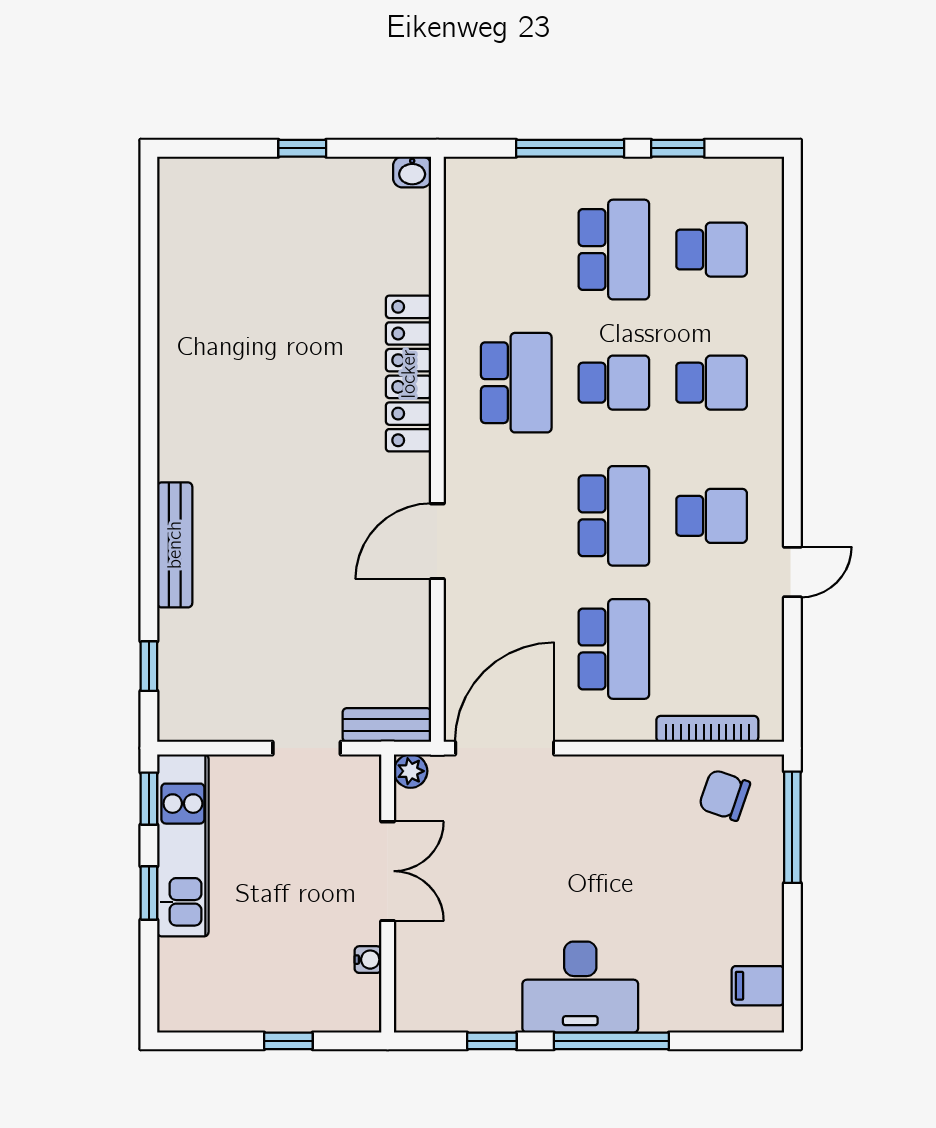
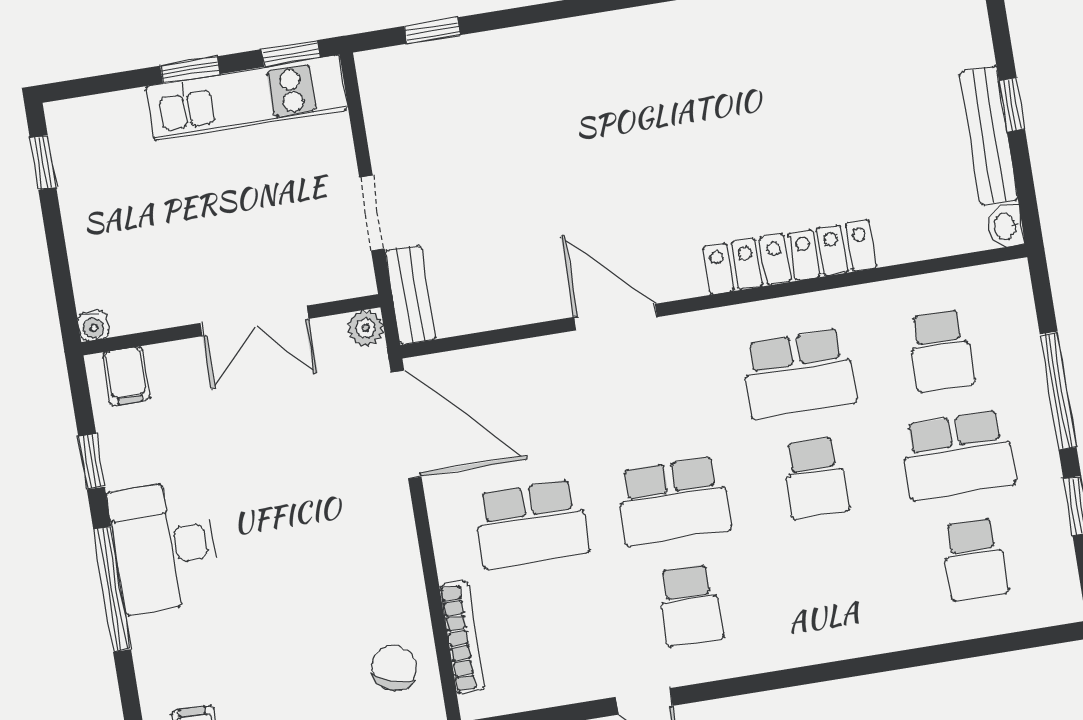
school desk: (712, 383) -> (941, 351), moved
bench: (175, 545) -> (989, 136), moved, turned 90
water cooler: (368, 960) -> (93, 326), moved
filing cabinet: (419, 997) -> (126, 376), added
window: (288, 1041) -> (43, 163), moved

